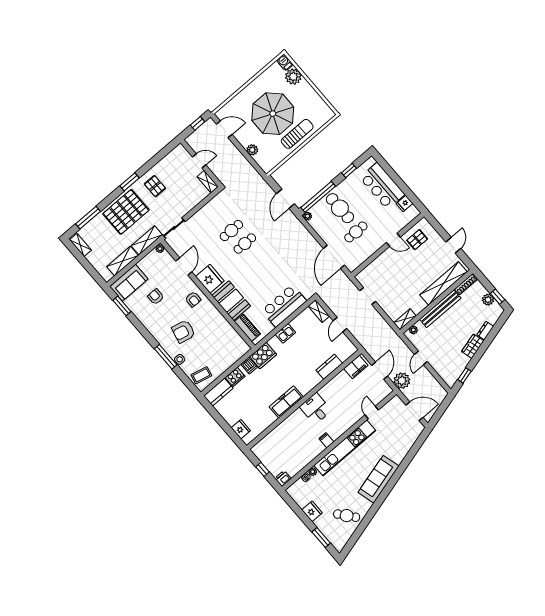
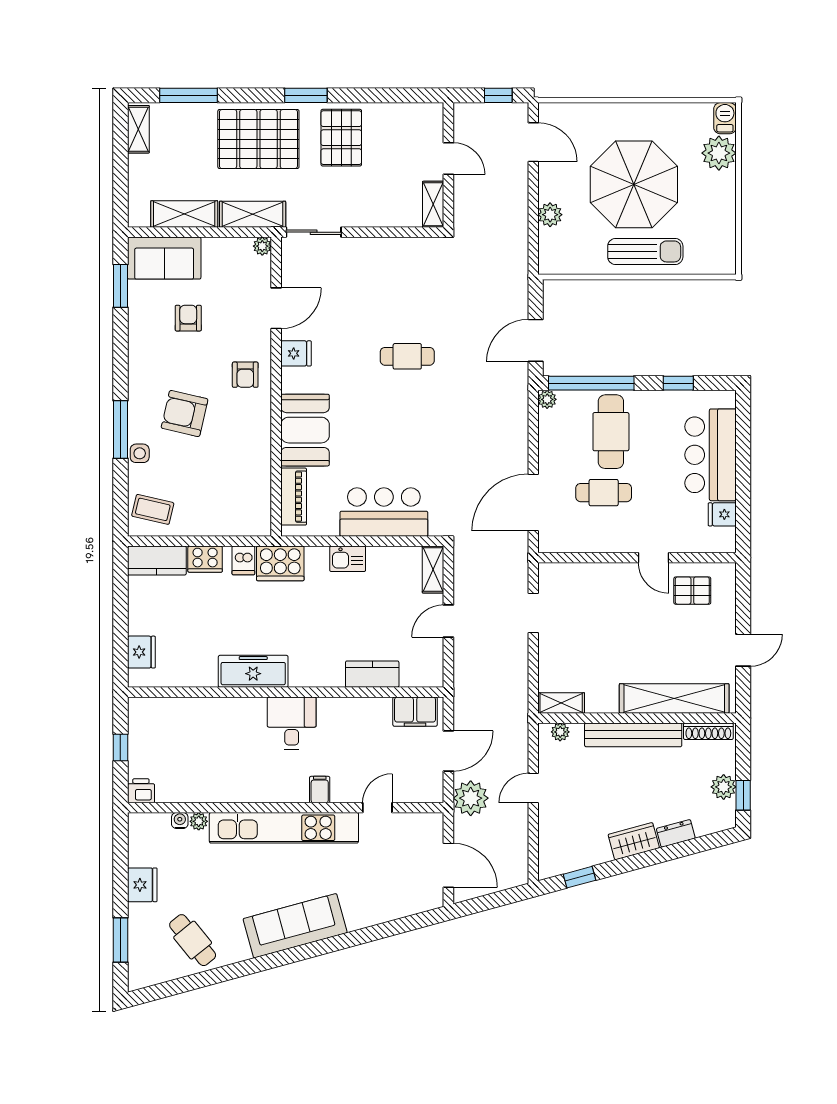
pallet: (155, 186) -> (341, 138), width x1.50, depth x1.42
cafe table: (231, 231) -> (403, 316), removed
fridge: (210, 279) -> (296, 353), width x0.53, depth x0.75
filing cabinet: (326, 440) -> (320, 790), moved

